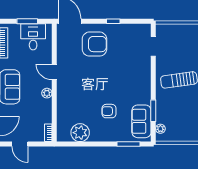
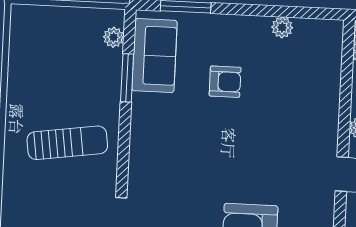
plant: (80, 133) -> (282, 27), width x0.53, depth x0.53

